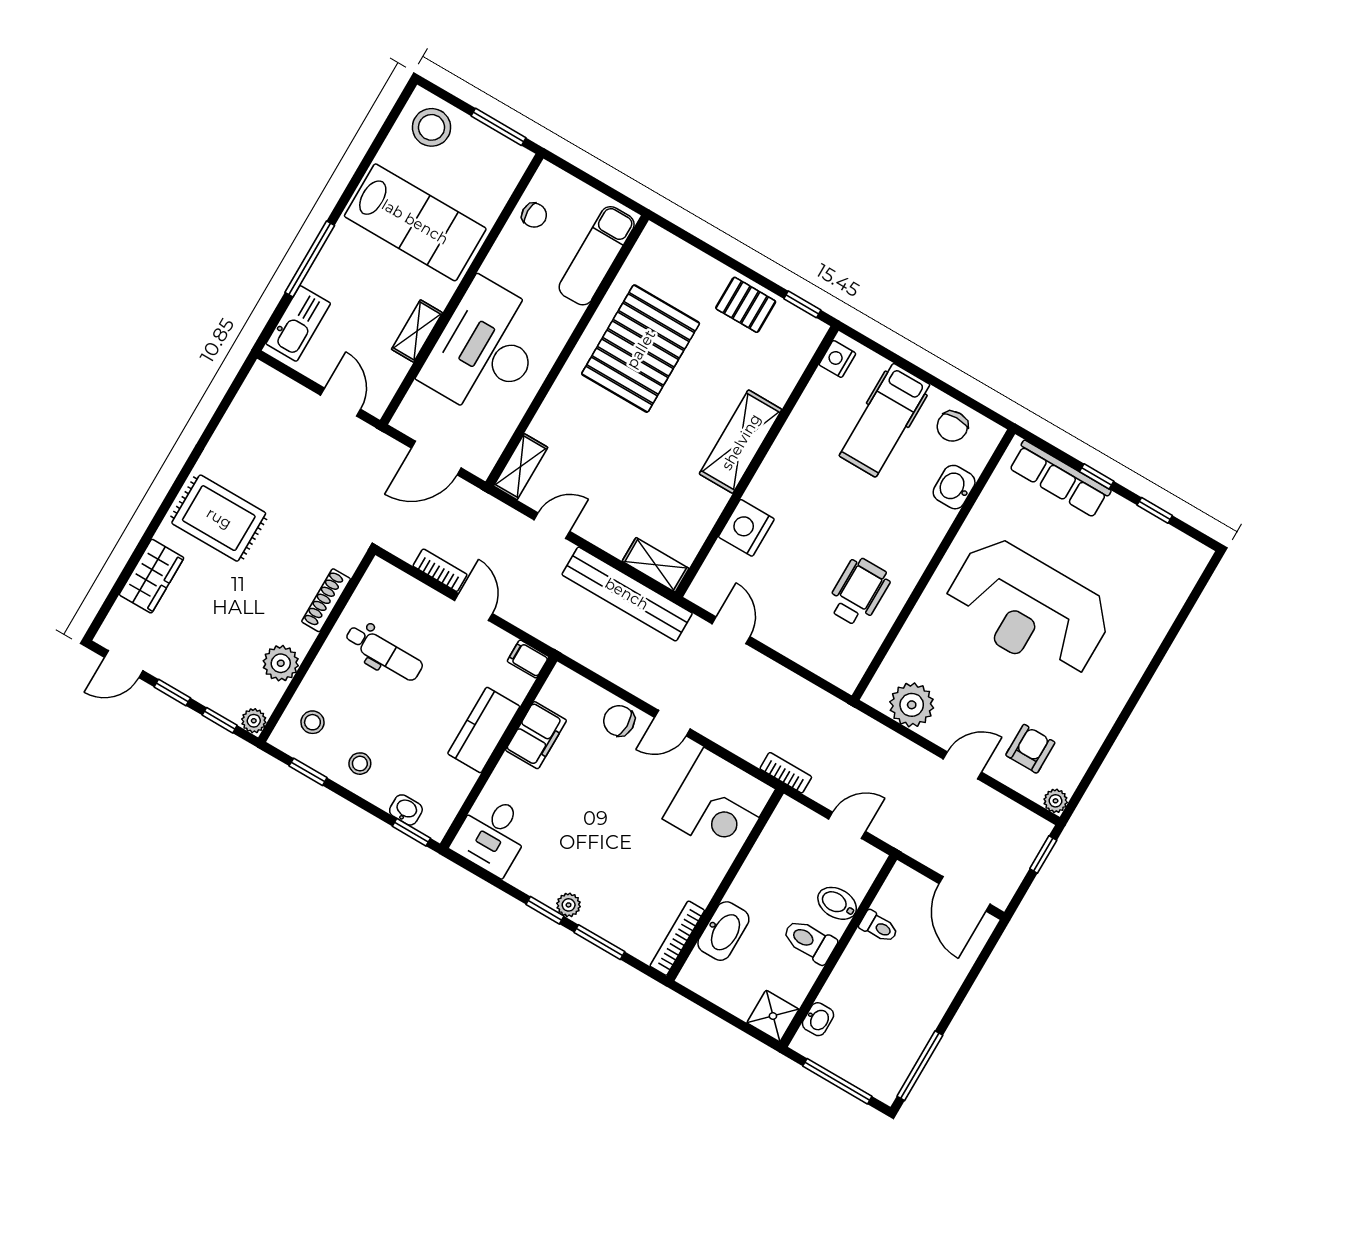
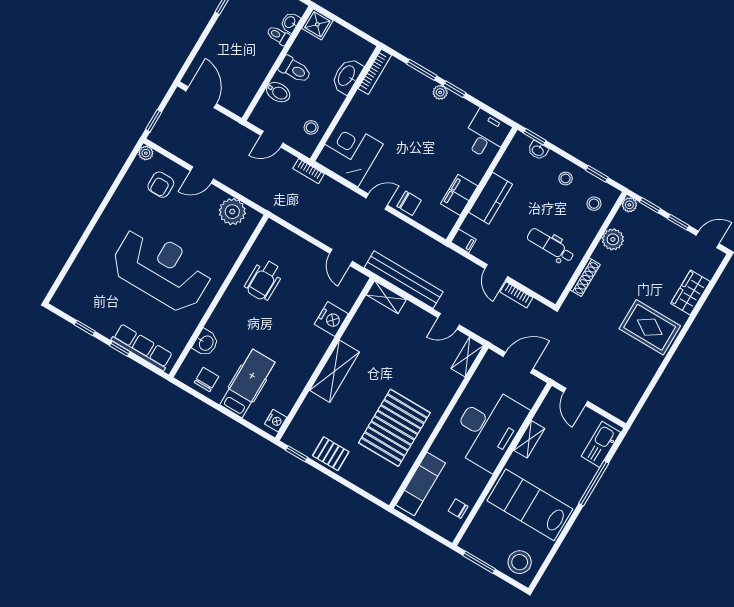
stool: (782, 845) -> (311, 127), added
toilet: (879, 927) -> (278, 35), moved

